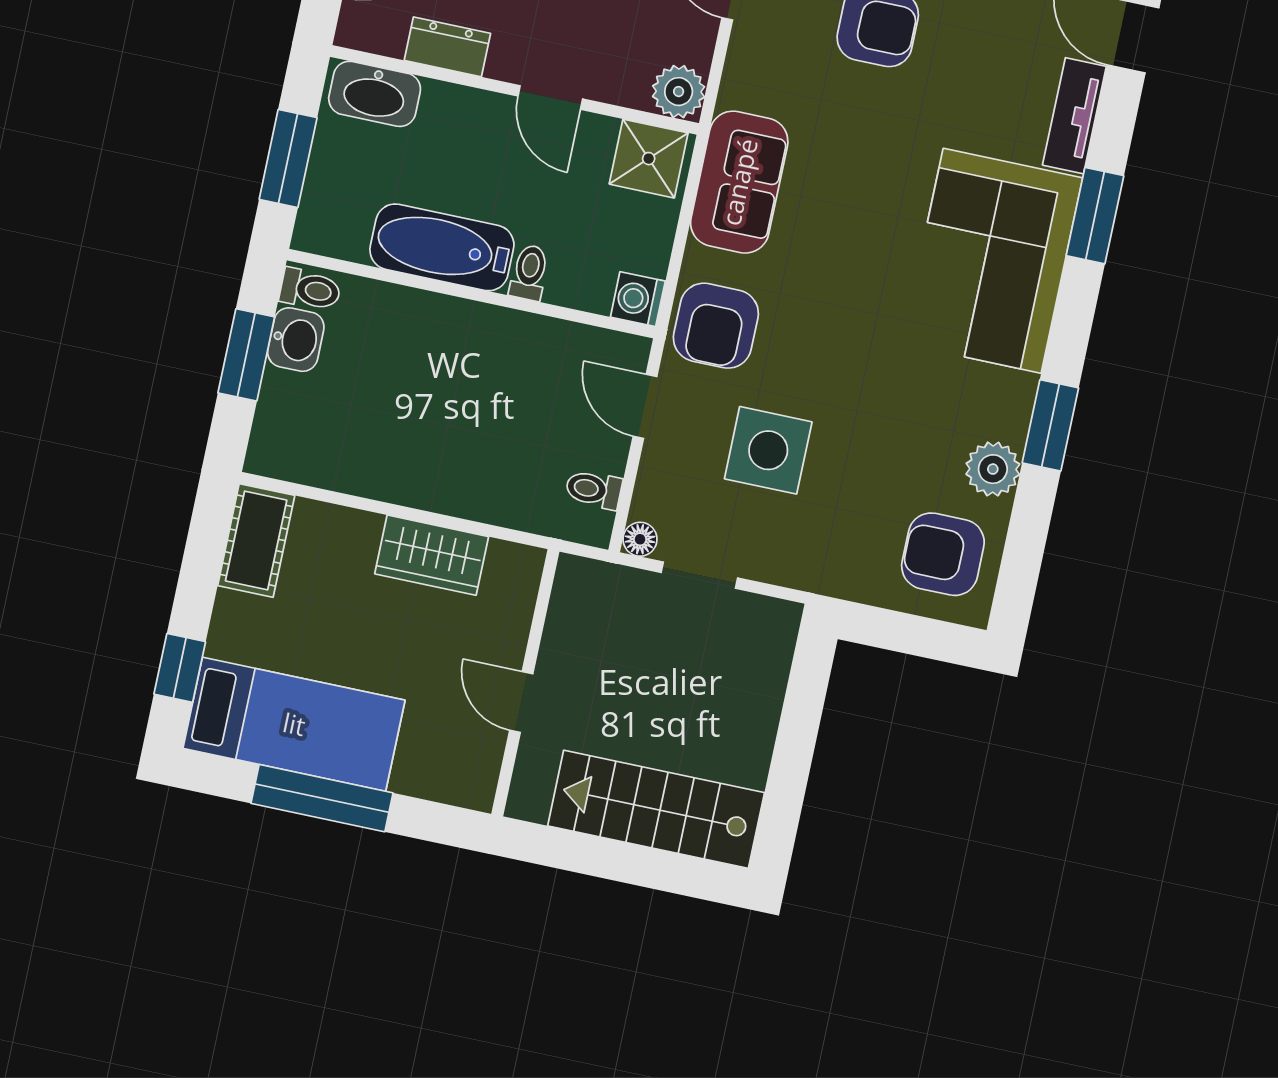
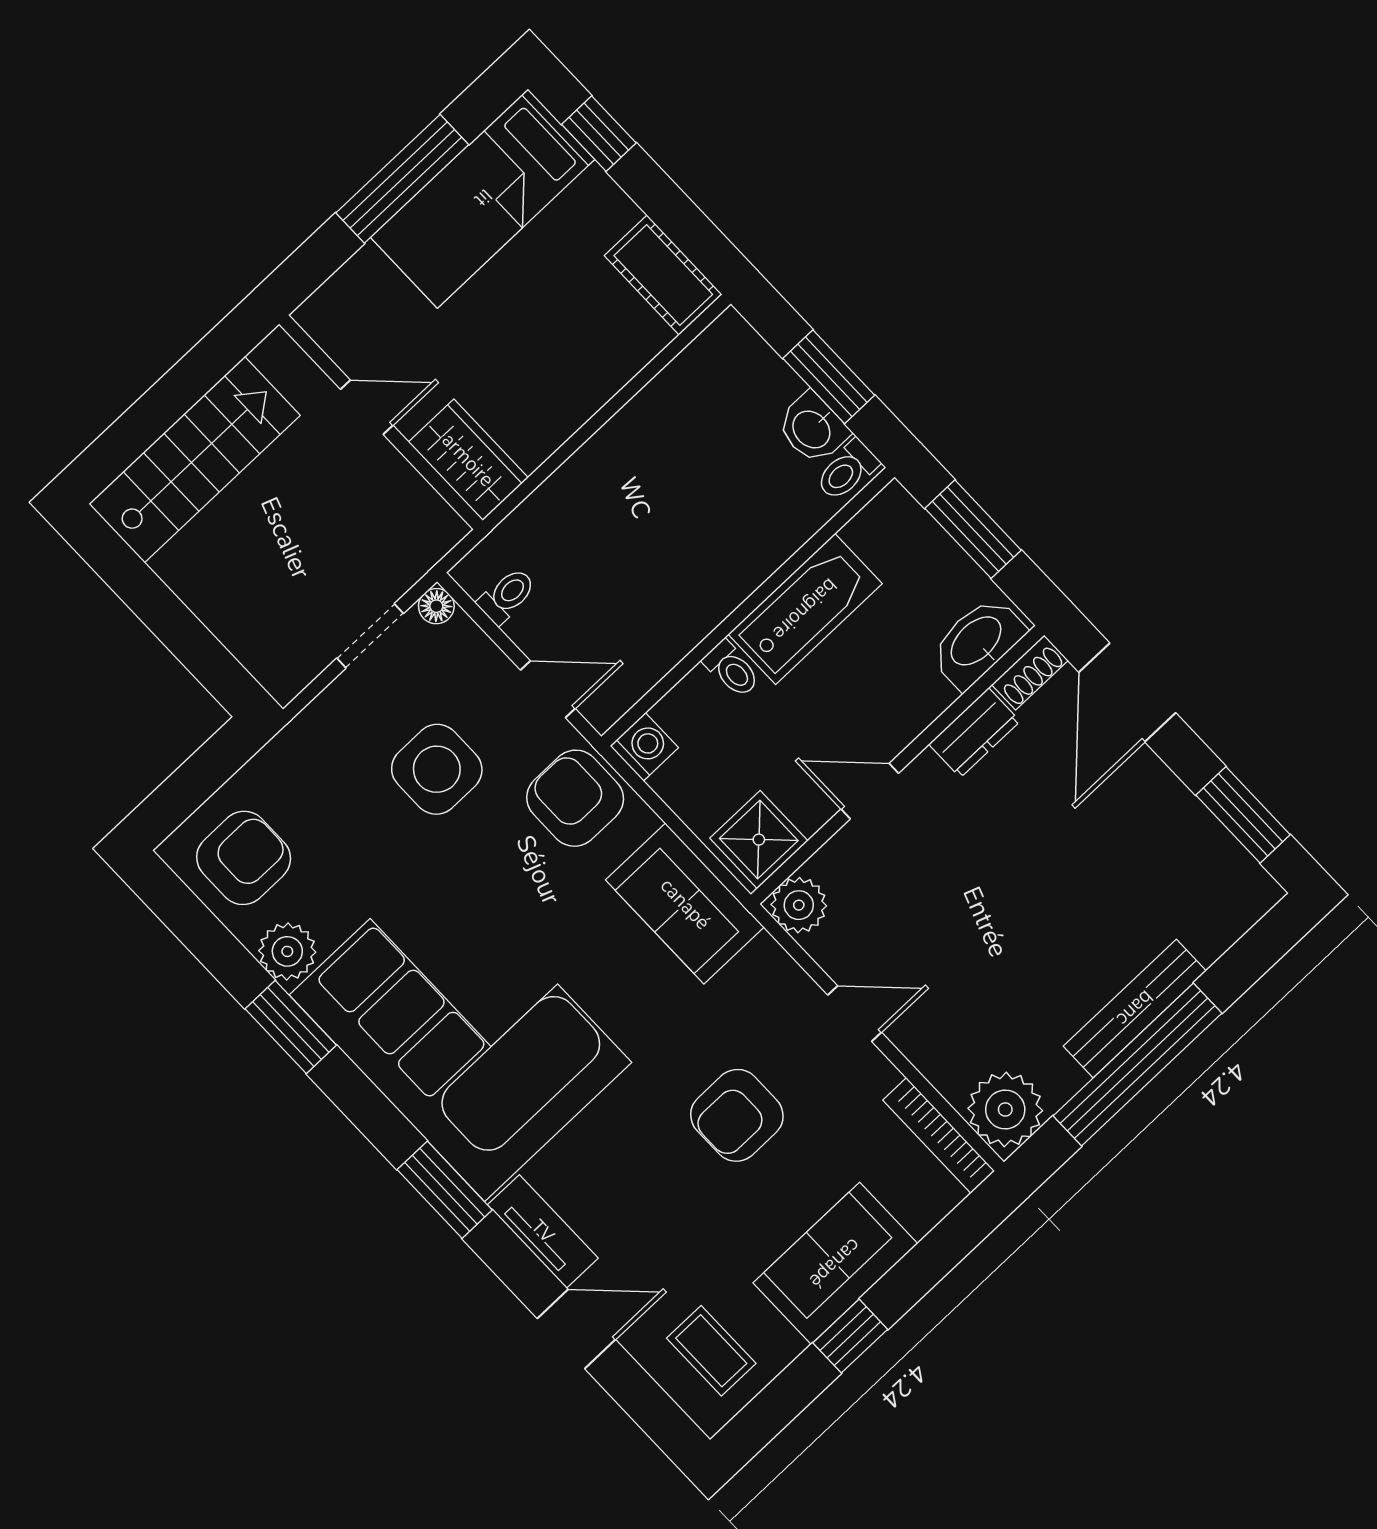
shoe rack: (370, 36) -> (1030, 672), added
corner sofa: (992, 261) -> (460, 1029), width x1.36, depth x1.36
wardrobe: (432, 555) -> (468, 460), moved, turned 90

